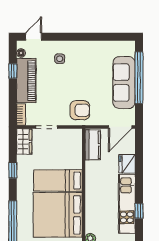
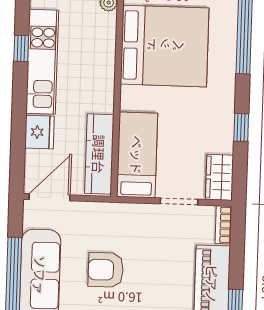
armchair: (80, 110) -> (106, 270), moved
kitchen counter: (93, 145) -> (99, 154), width x1.50
bed: (58, 181) -> (137, 155), moved, turned -90

